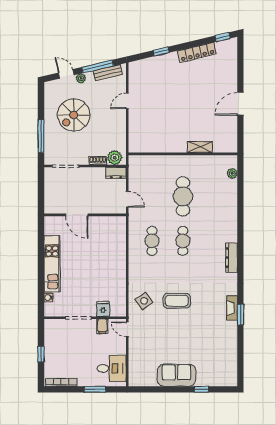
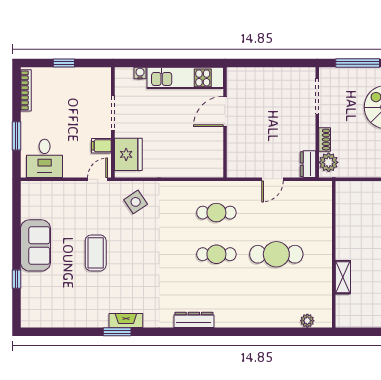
door: (77, 215) -> (225, 111), moved
wall: (85, 215) -> (225, 122), moved
coffee table: (177, 301) -> (96, 253), moved
fridge: (103, 309) -> (128, 154), width x1.88, depth x1.34

